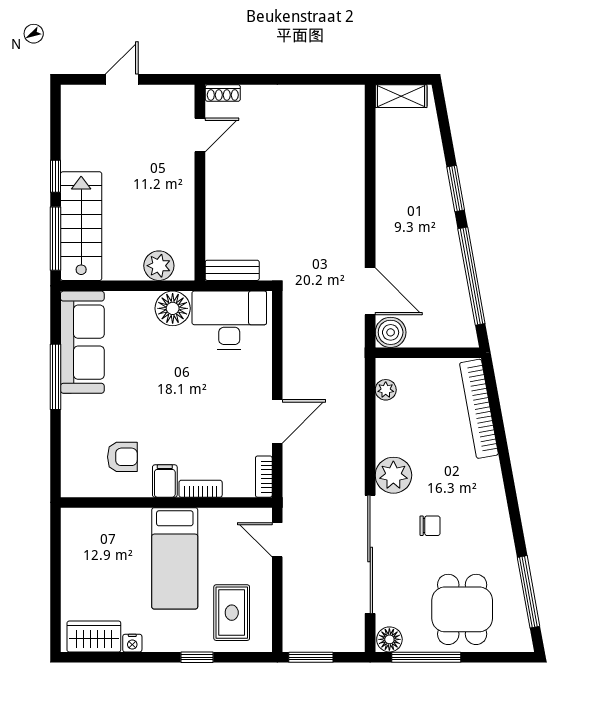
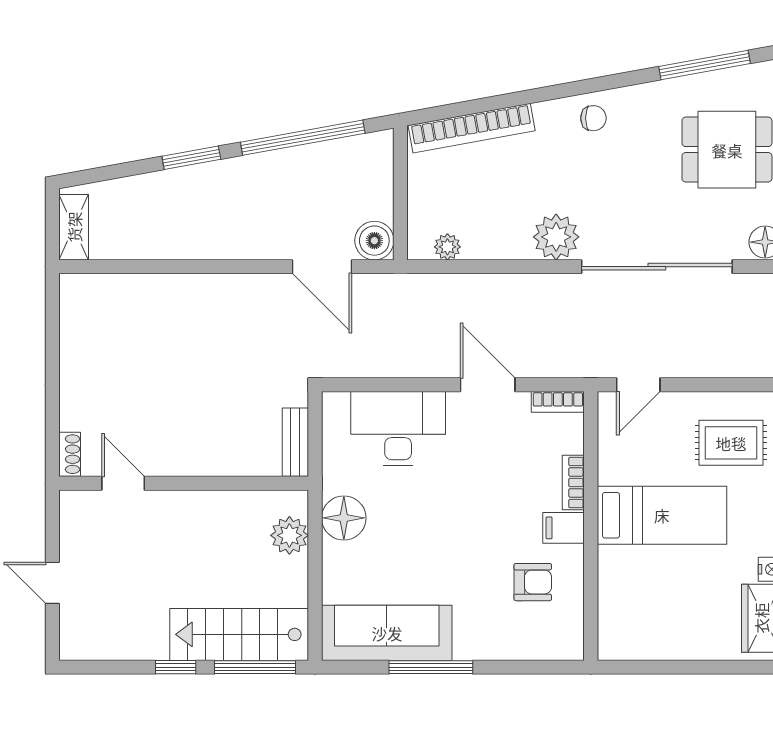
door: (370, 291) -> (322, 267), swing flipped
desk: (229, 320) -> (398, 429), moved, turned 90
armchair: (122, 457) -> (533, 582), turned 90
chair: (430, 526) -> (593, 118), moved, turned 90

